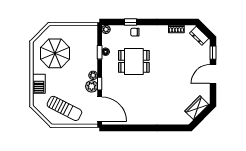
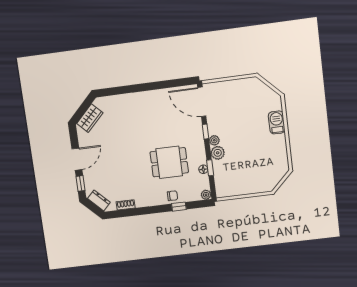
parasol: (55, 53) -> (262, 160), removed
plant: (92, 86) -> (218, 153), moved
sun lounger: (64, 108) -> (243, 97), removed

